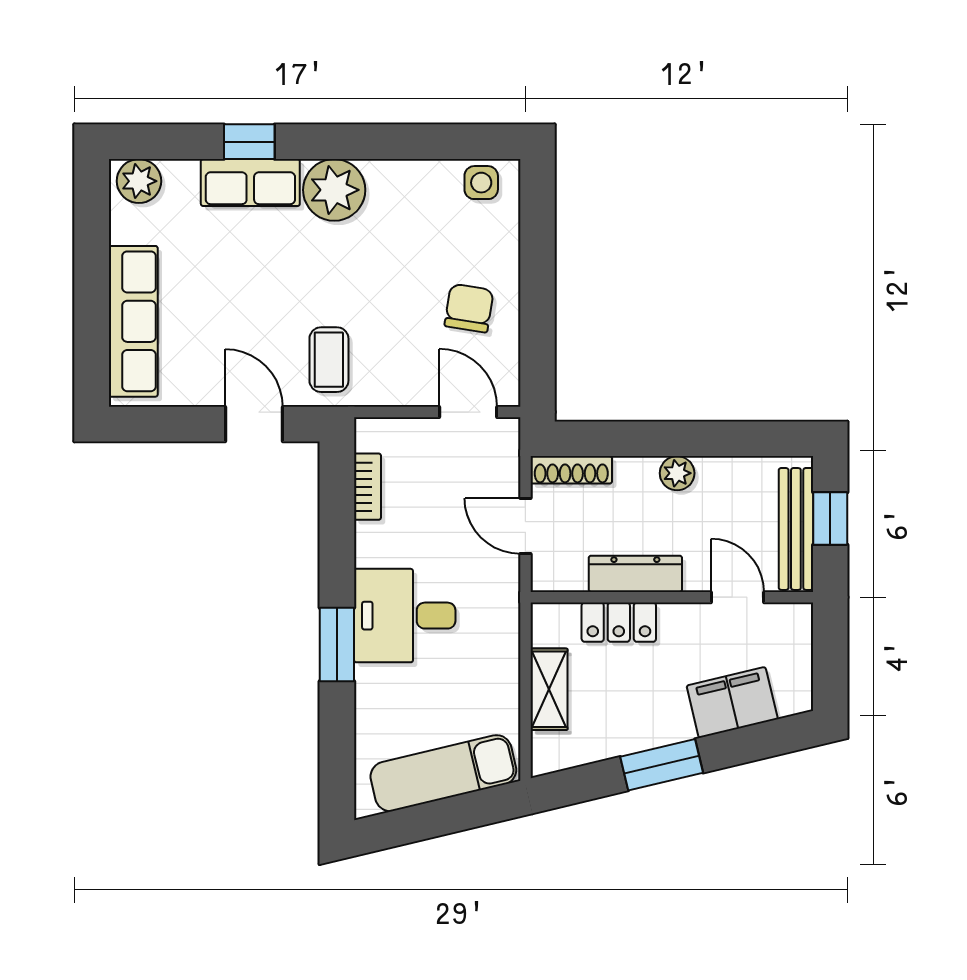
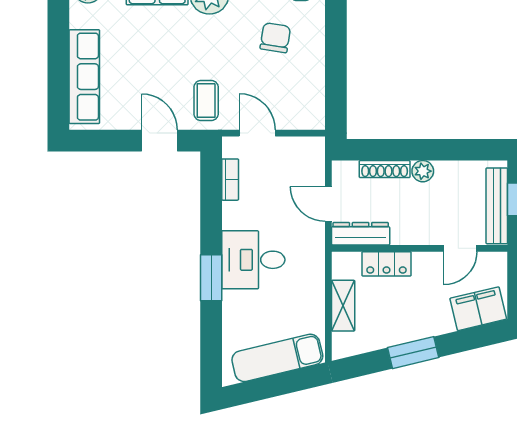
chair: (469, 308) -> (275, 38), moved
door: (468, 412) -> (257, 133), moved
shoe rack: (571, 470) -> (385, 169), moved
dresser: (635, 574) -> (361, 234), moved
door: (737, 597) -> (460, 248), swing flipped
filing cabinet: (732, 702) -> (478, 309), moved

